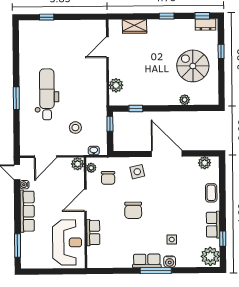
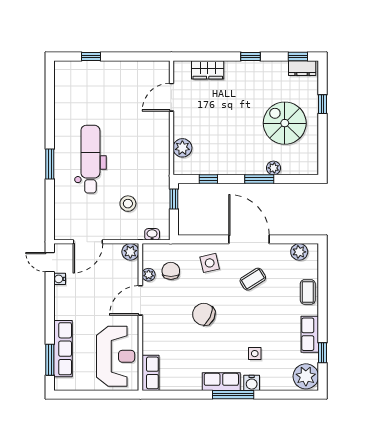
window: (174, 108) -> (259, 179), added
plant: (91, 168) -> (149, 275), moved
chair: (108, 178) -> (171, 271), turned 180
coffee table: (170, 184) -> (253, 279), added
chair: (133, 210) -> (204, 314), turned 115
row of seats: (27, 211) -> (63, 349), moved
row of seats: (93, 232) -> (150, 373), moved

